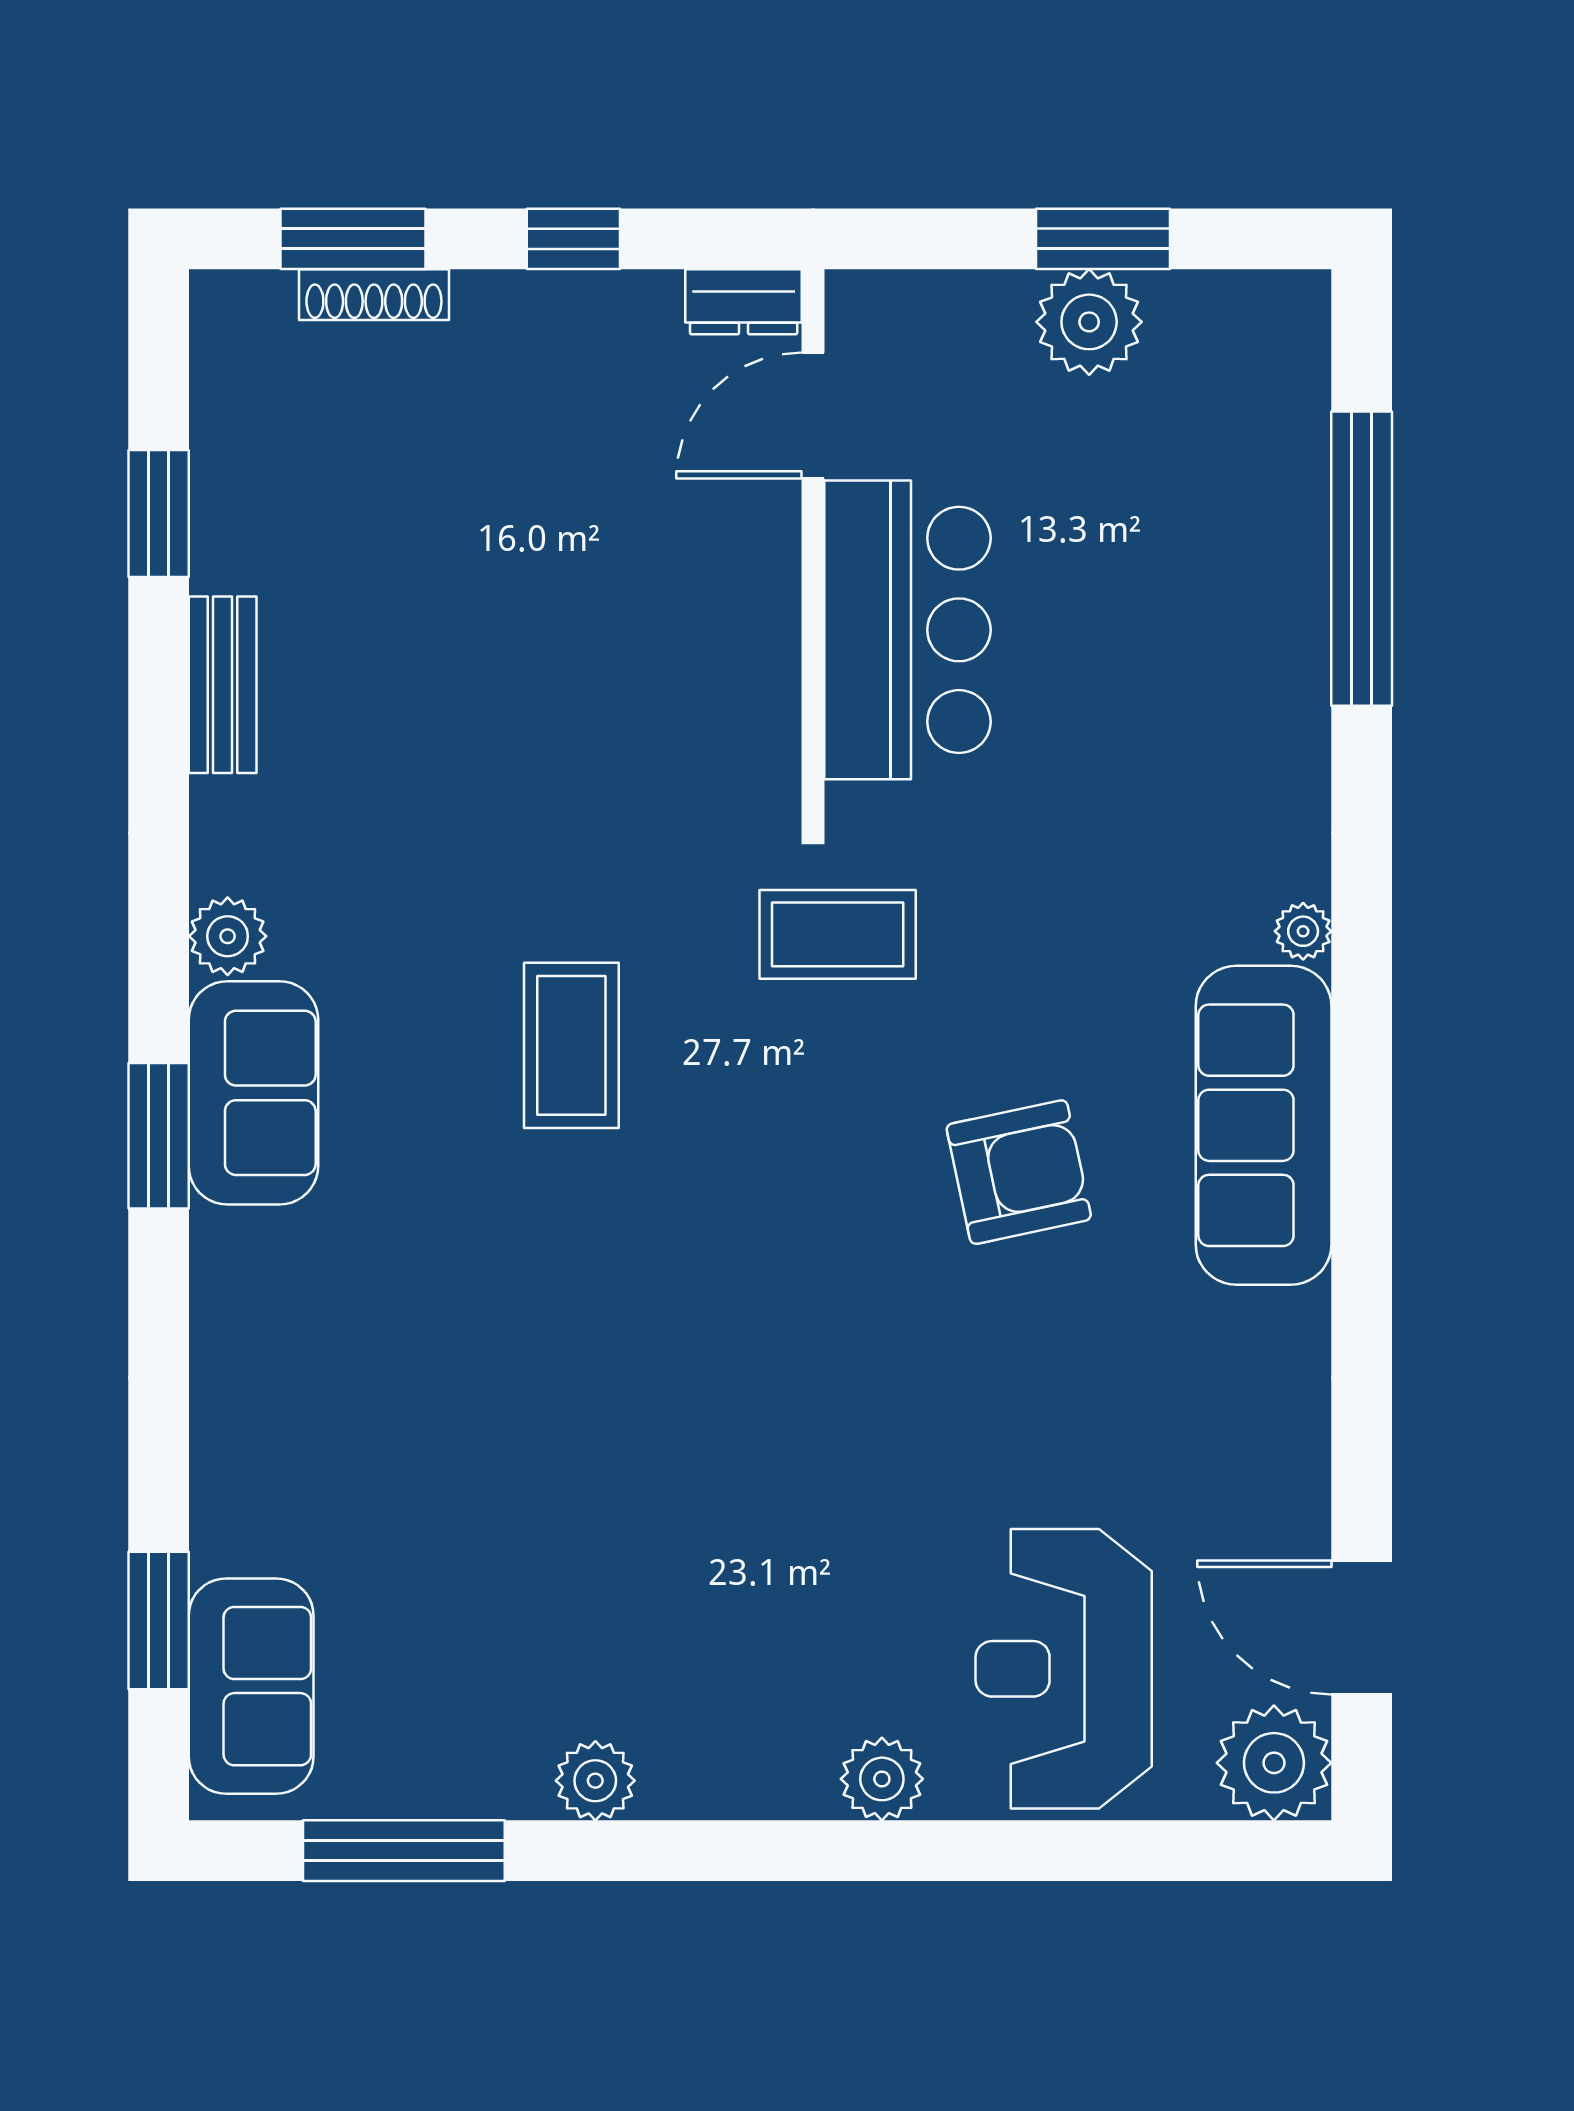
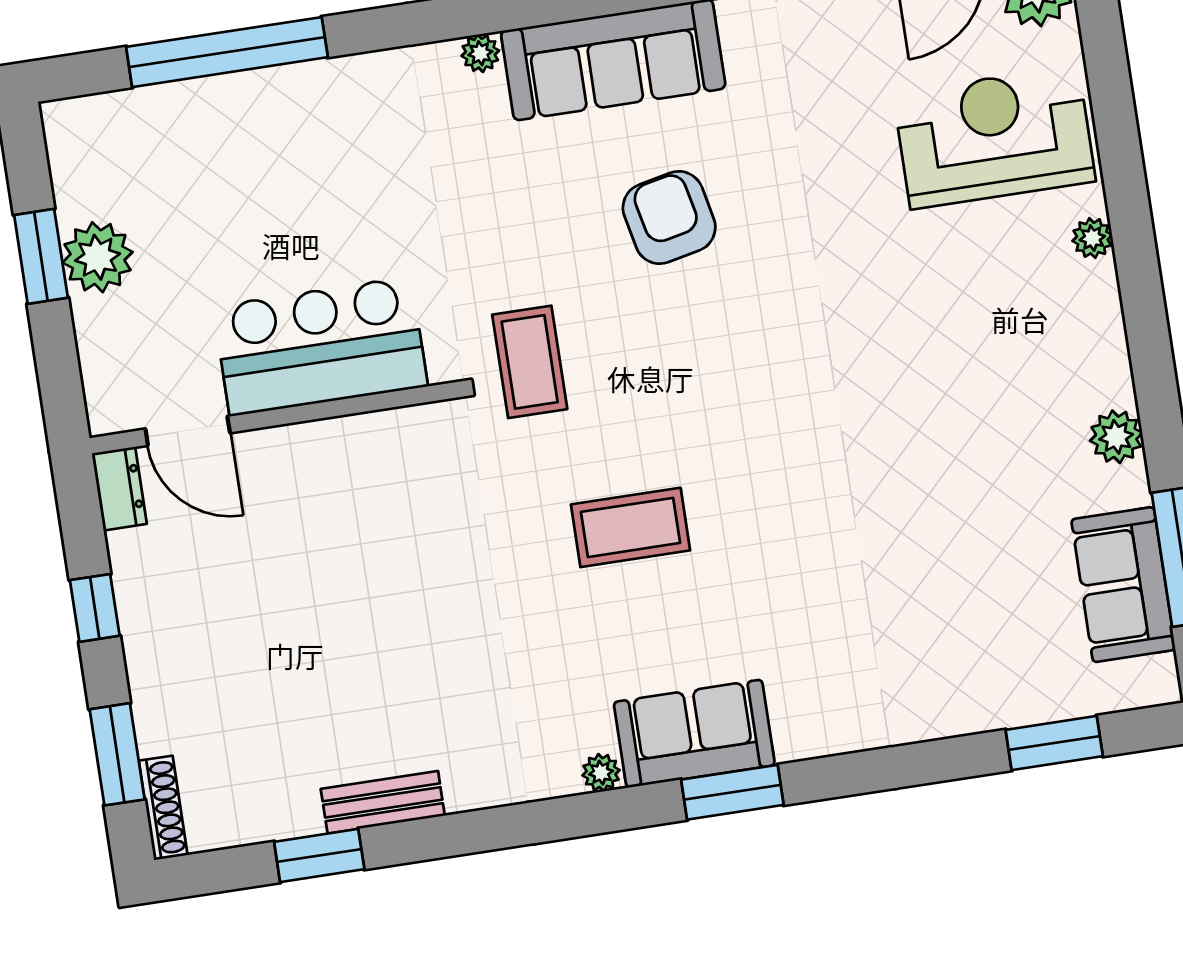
shoe rack: (374, 295) -> (163, 808), moved
bench: (223, 685) -> (383, 802), moved
plant: (228, 936) -> (601, 773), width x0.73, depth x0.73
reception desk: (1064, 1669) -> (994, 137), turned 180
sofa: (251, 1686) -> (1123, 585), moved, turned -90
plant: (882, 1779) -> (1092, 238), width x0.73, depth x0.73

